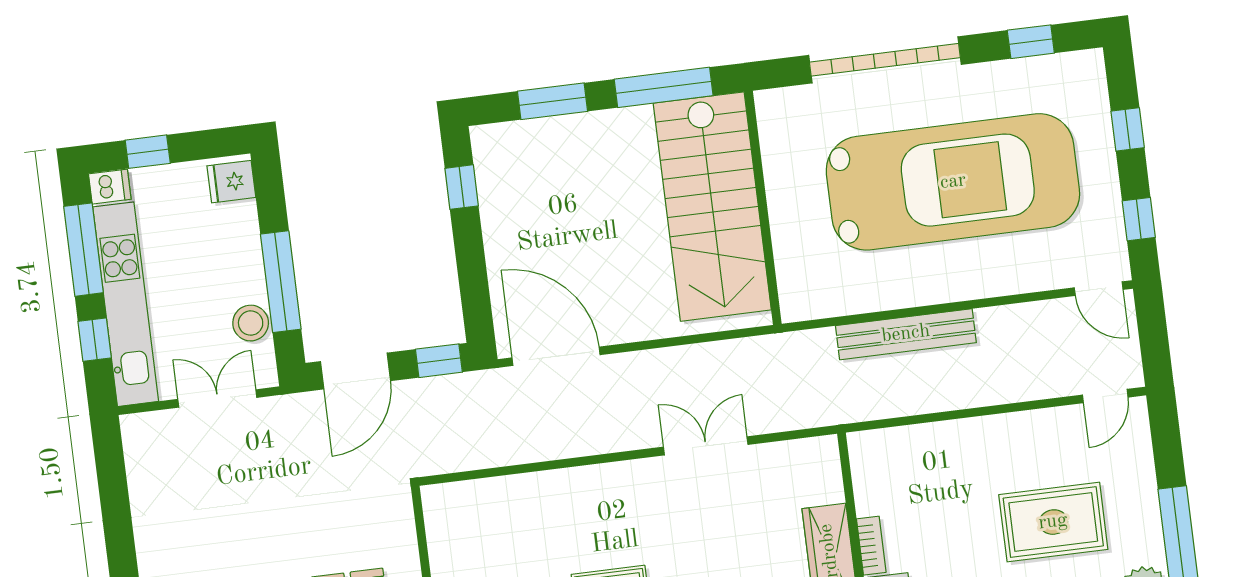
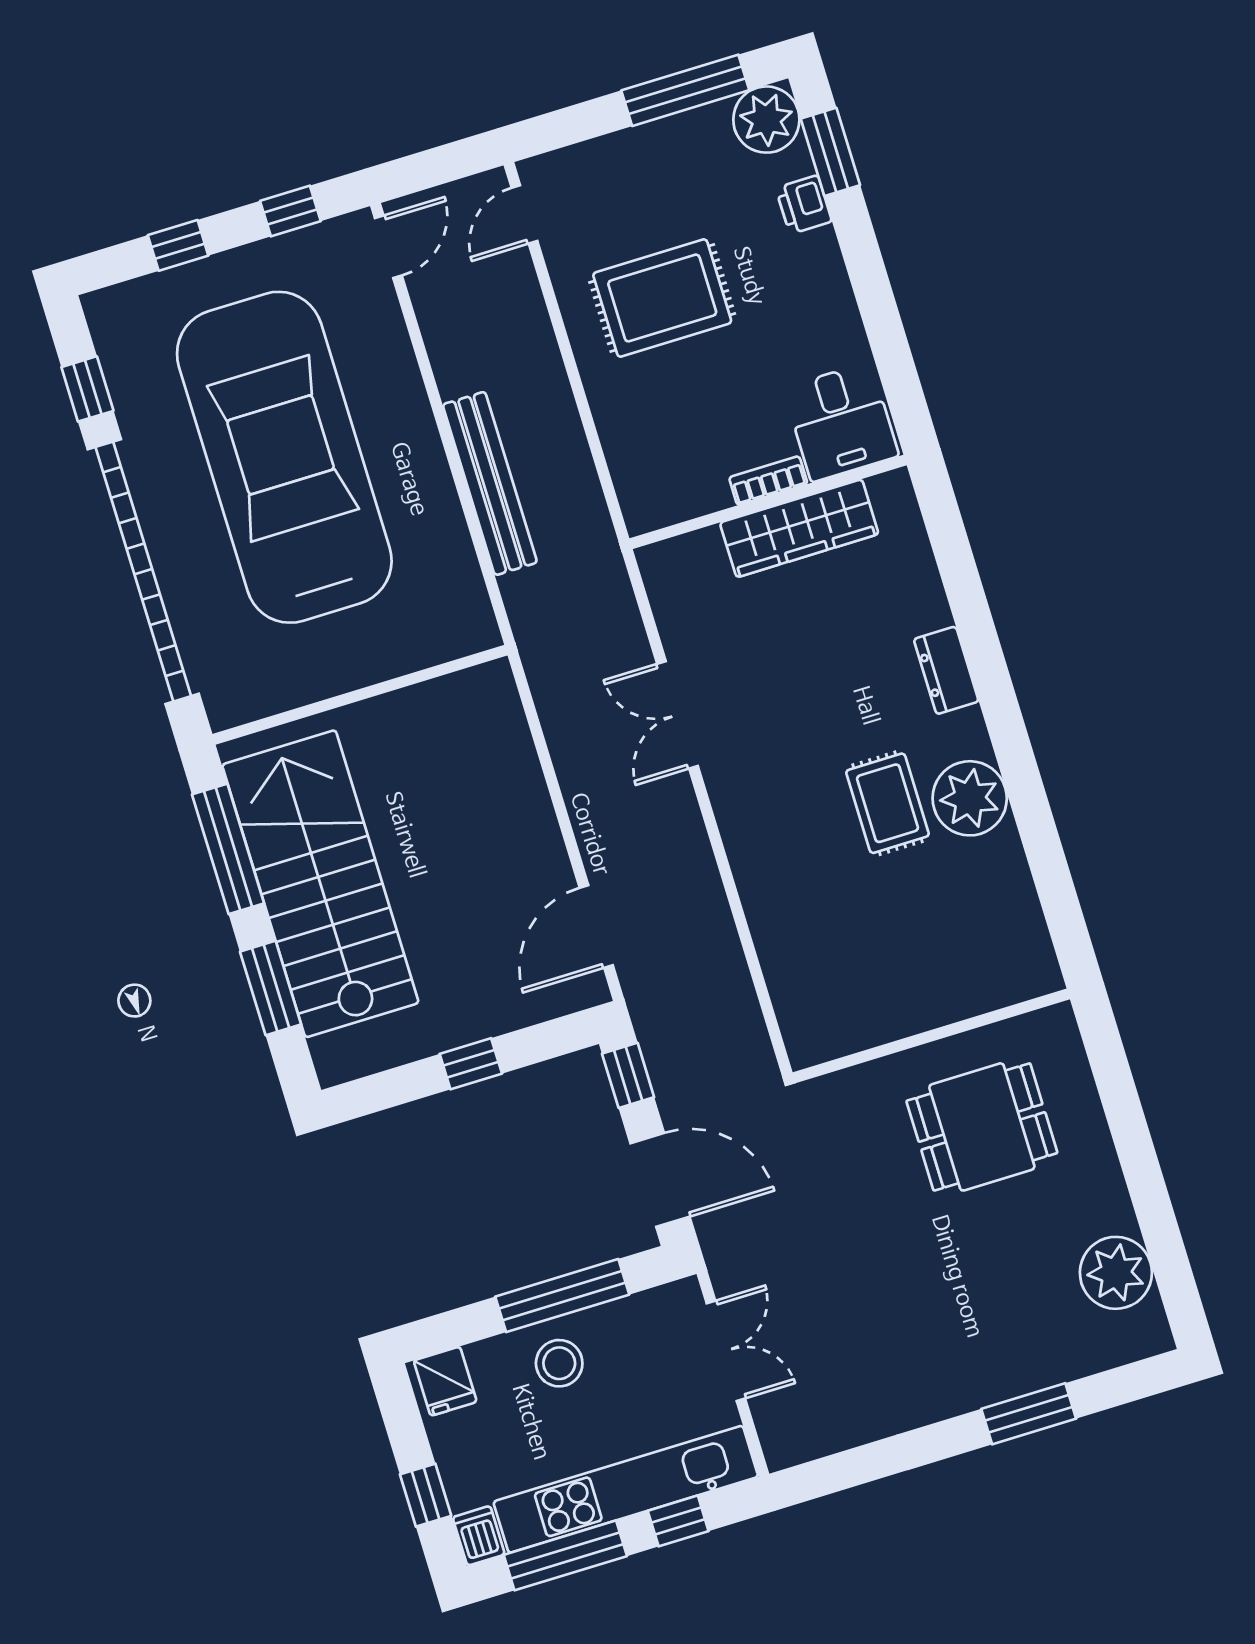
garage door: (885, 60) -> (143, 572), width x1.36
window: (462, 187) -> (471, 1064), moved
stairs: (712, 207) -> (320, 884), moved, turned -90
stool: (251, 323) -> (559, 1363), moved
door: (556, 356) -> (596, 926), width x0.73
door: (1105, 396) -> (524, 214), swing flipped
double door: (217, 398) -> (726, 1351), swing flipped
rug: (1053, 522) -> (662, 298), moved, turned 90

